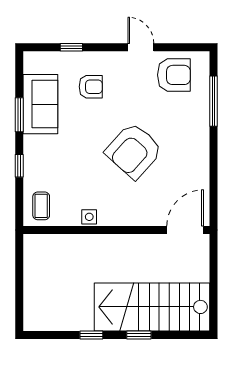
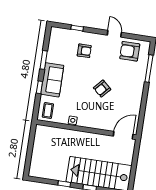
armchair: (174, 75) -> (130, 51), turned 180
sofa: (40, 104) -> (52, 80), moved
armchair: (134, 151) -> (102, 89), width x0.53, depth x0.53

